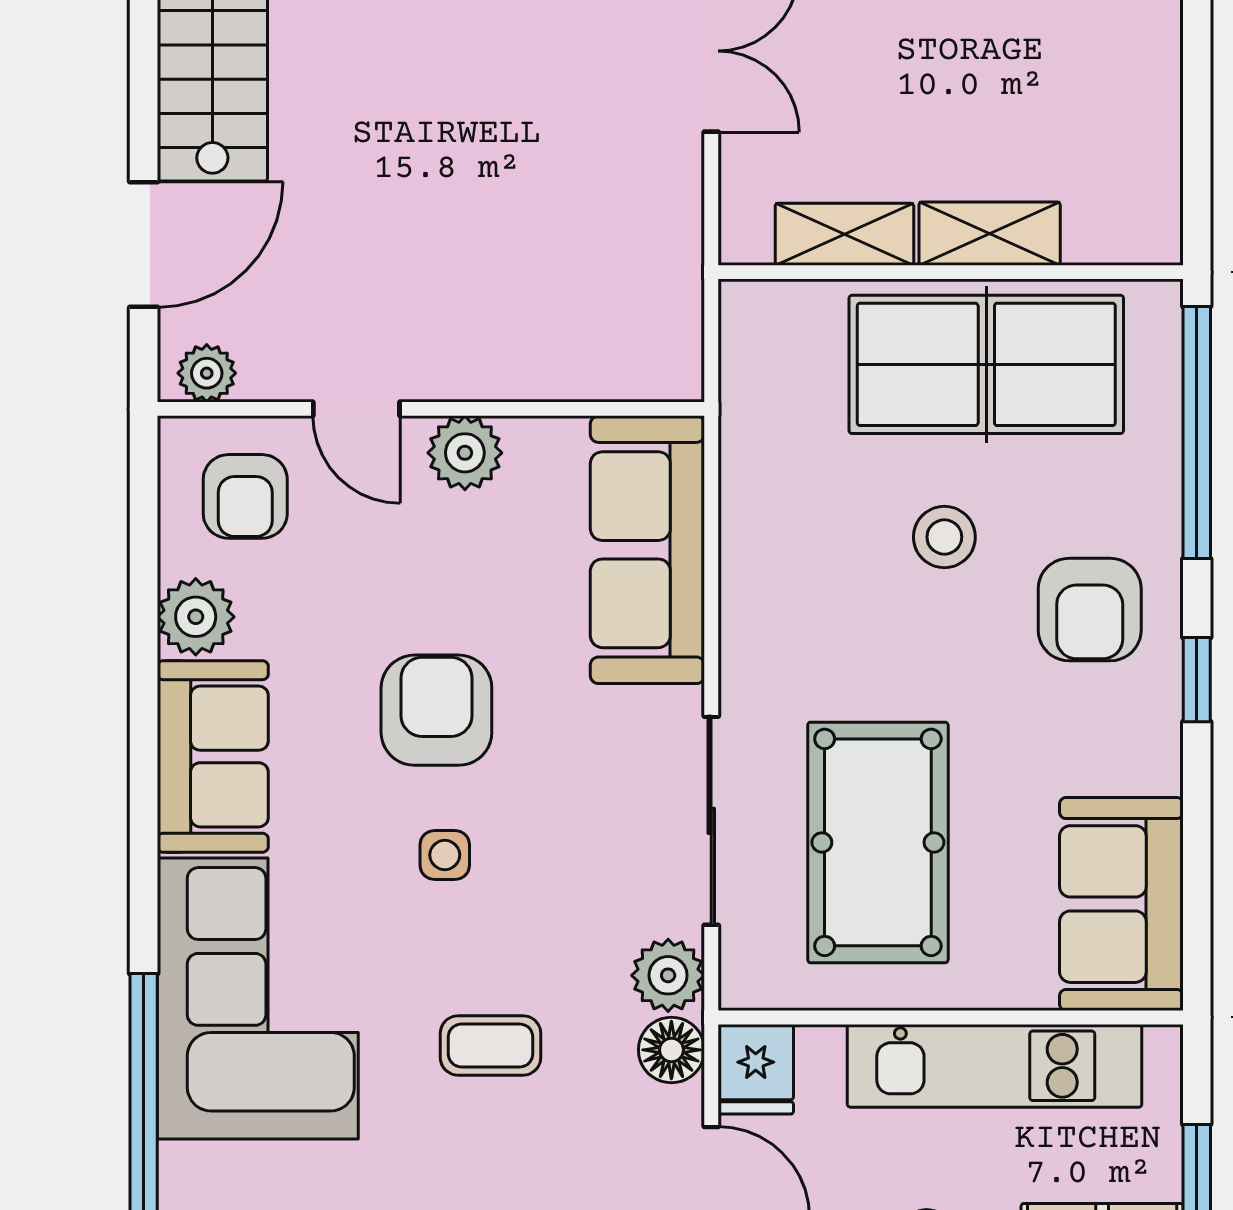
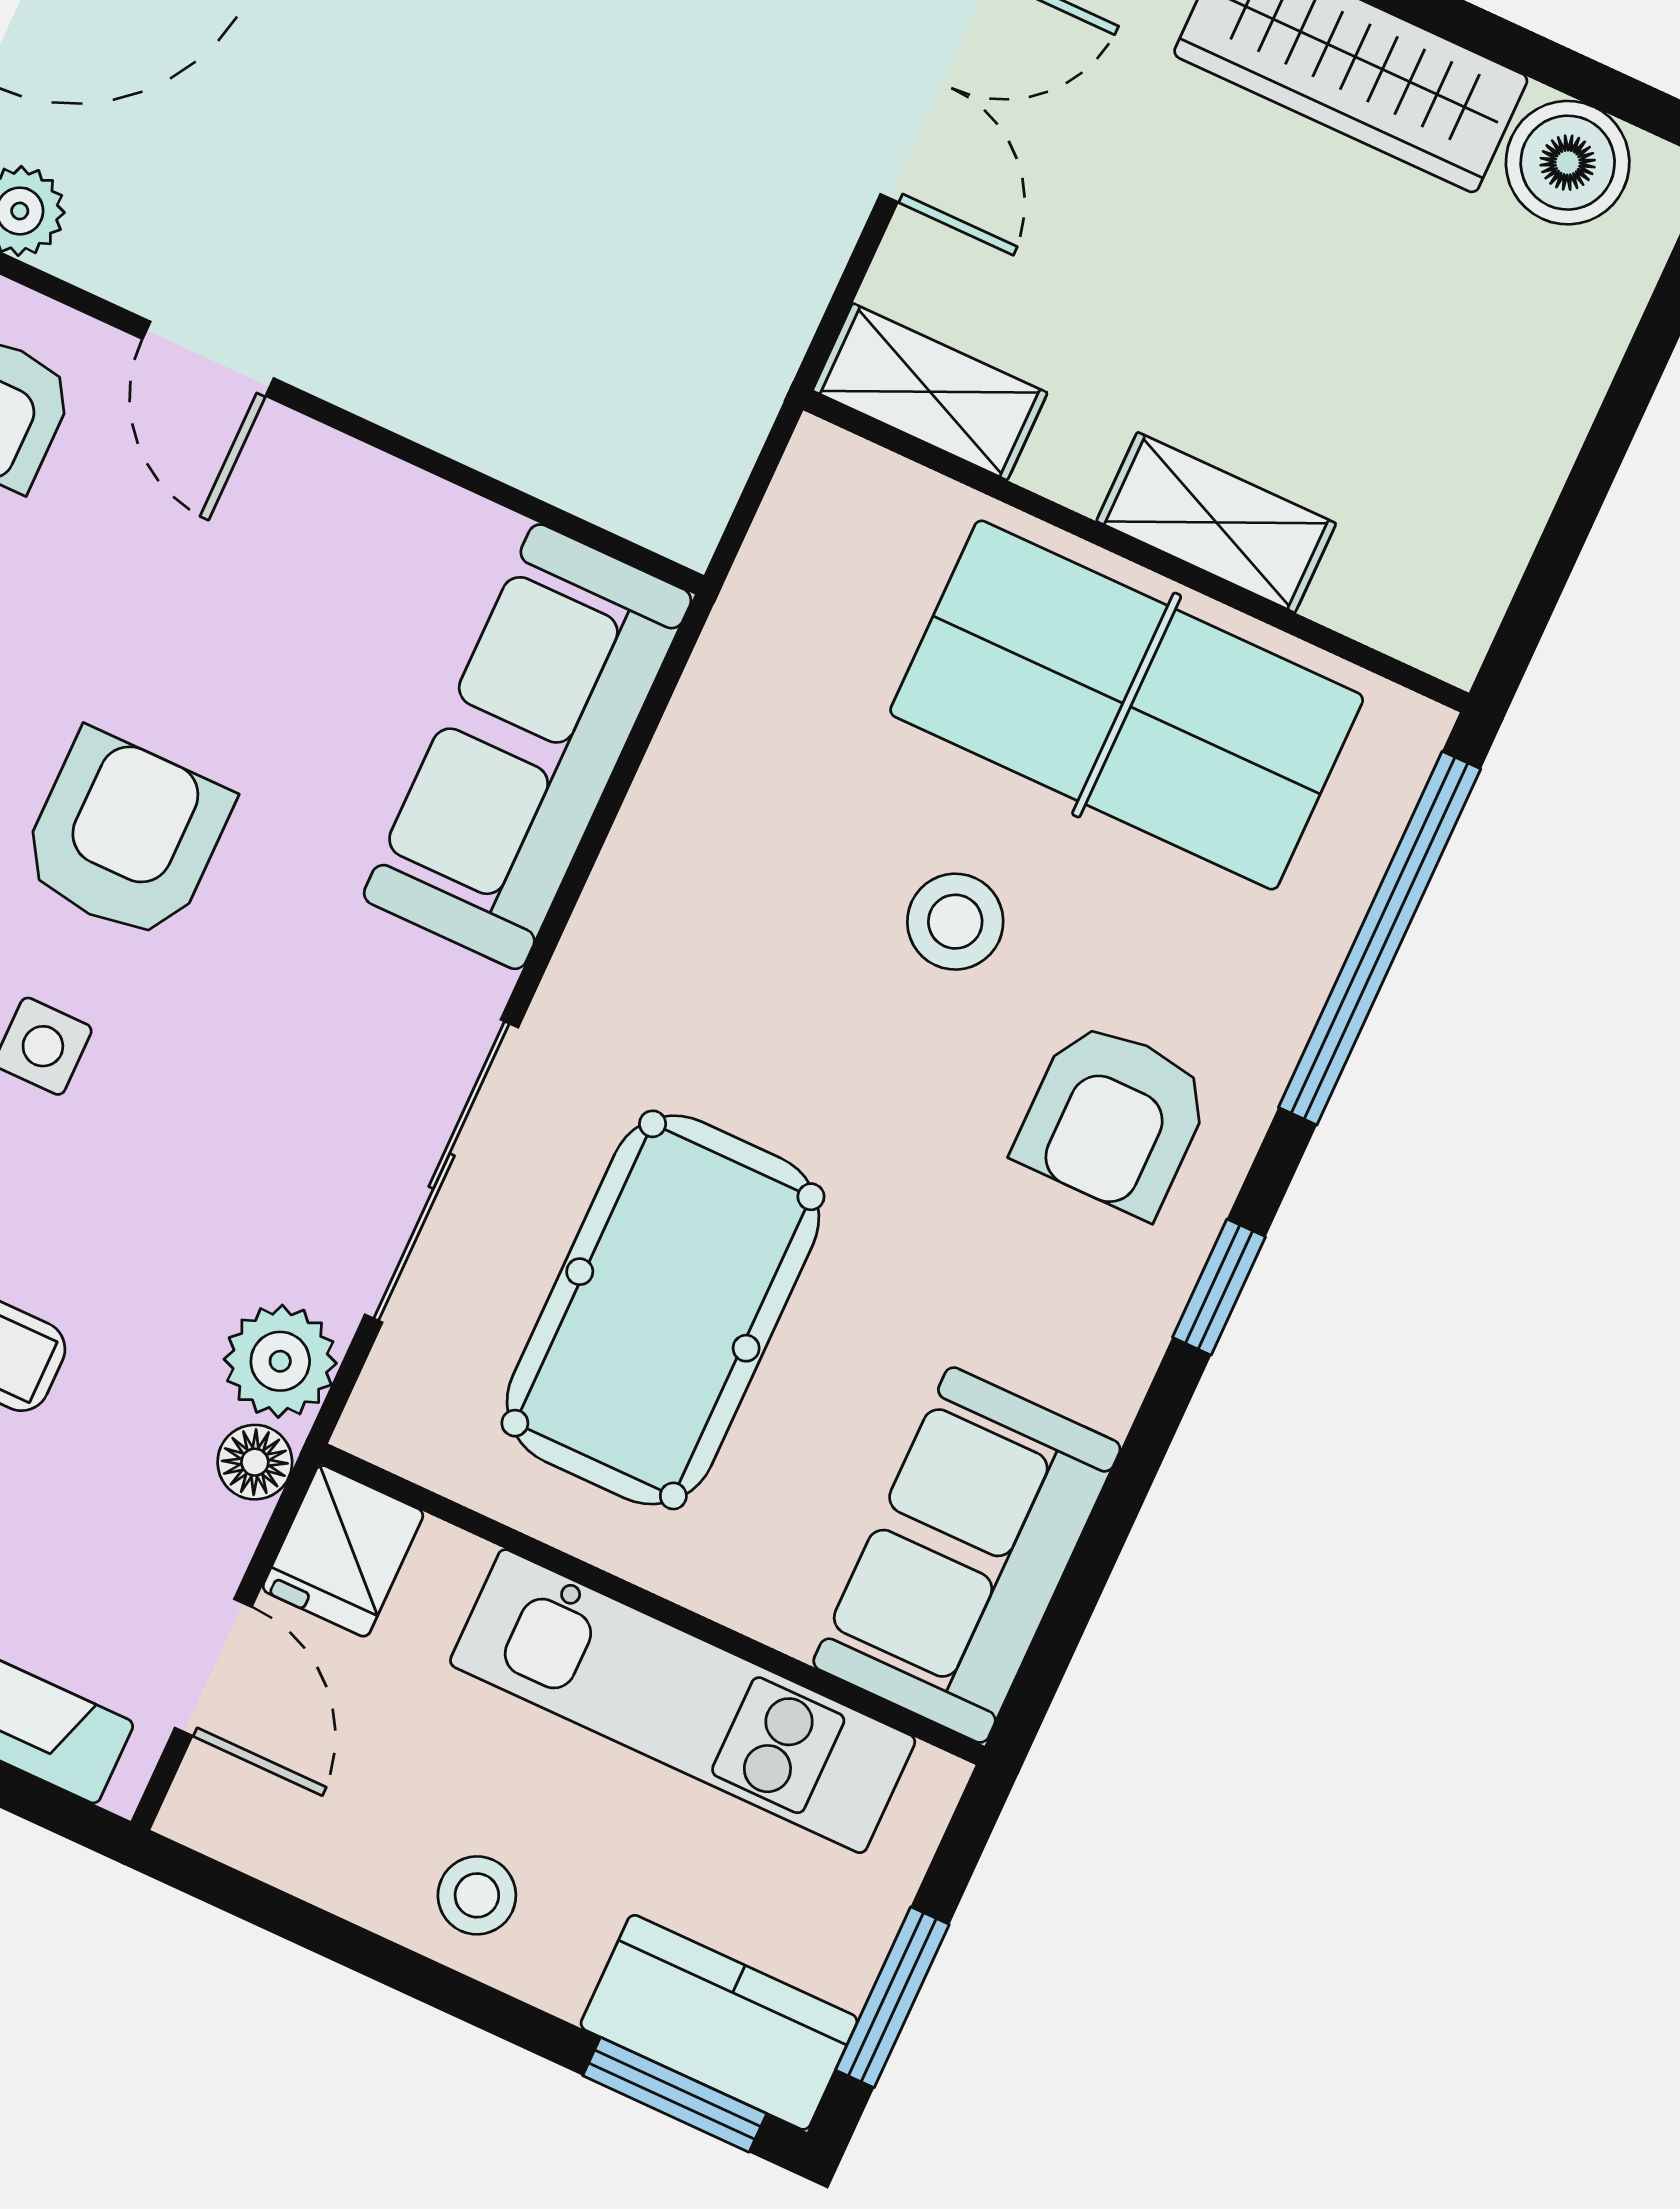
shelving: (844, 234) -> (930, 392), moved
plant: (465, 453) -> (333, 491), removed
floor lamp: (671, 1050) -> (255, 1462), width x0.73, depth x0.73

